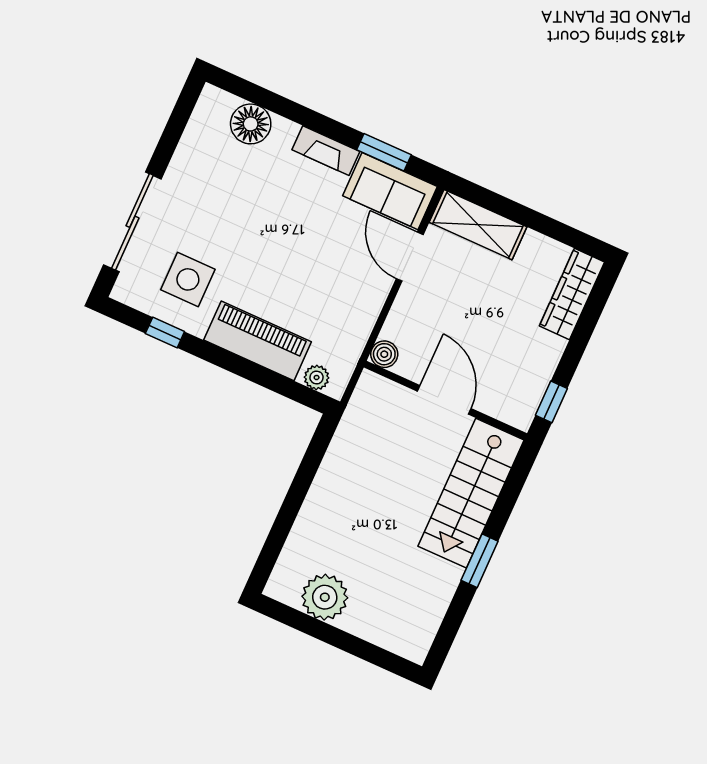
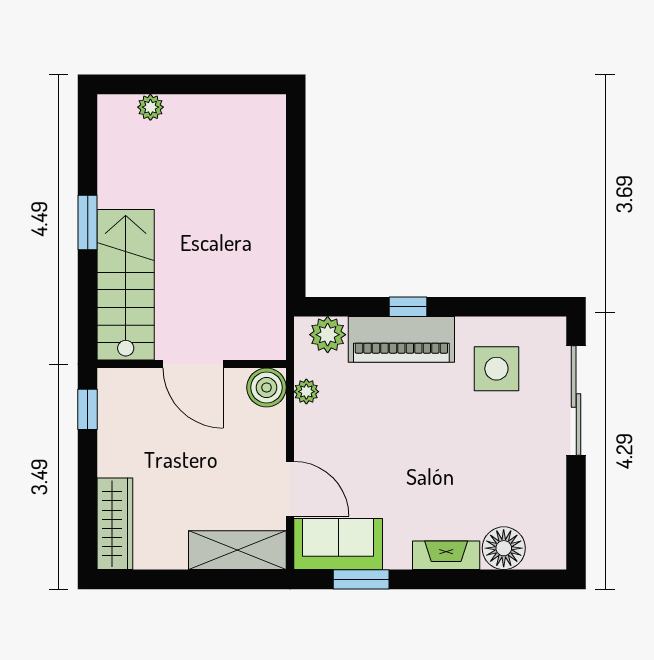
fireplace: (326, 151) -> (446, 555), moved
window: (165, 333) -> (408, 307), moved
plant: (358, 333) -> (306, 392), added
boiler: (384, 354) -> (267, 387), width x1.36, depth x1.36
plant: (317, 377) -> (328, 335), width x1.38, depth x1.38
plant: (325, 597) -> (150, 107), moved, width x0.53, depth x0.53

